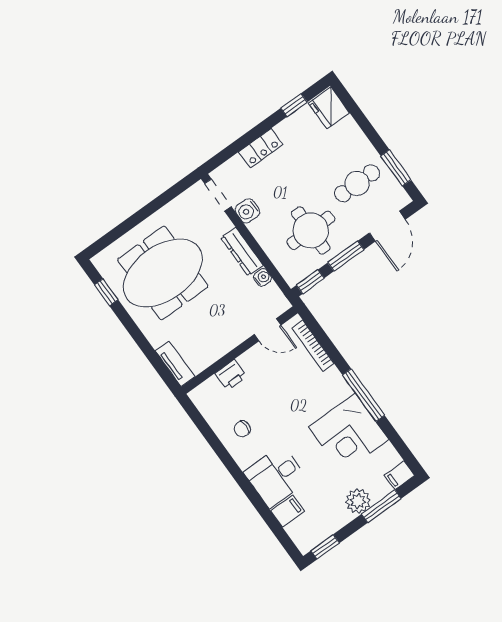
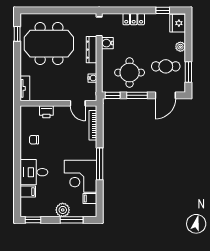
plant: (358, 139) -> (180, 47), added
dresser: (242, 252) -> (92, 50), moved
filing cabinet: (400, 475) -> (90, 199), moved

